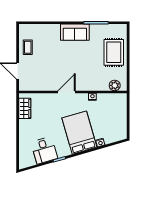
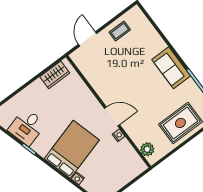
door: (67, 92) -> (112, 116), moved

